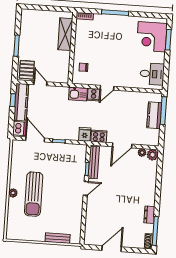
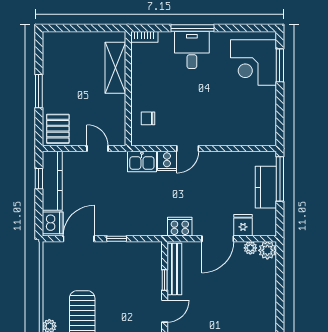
desk: (152, 74) -> (192, 50), moved, turned -90
door: (40, 83) -> (98, 149), moved
fridge: (85, 134) -> (243, 225), moved
door: (35, 139) -> (79, 239), hinge flipped

